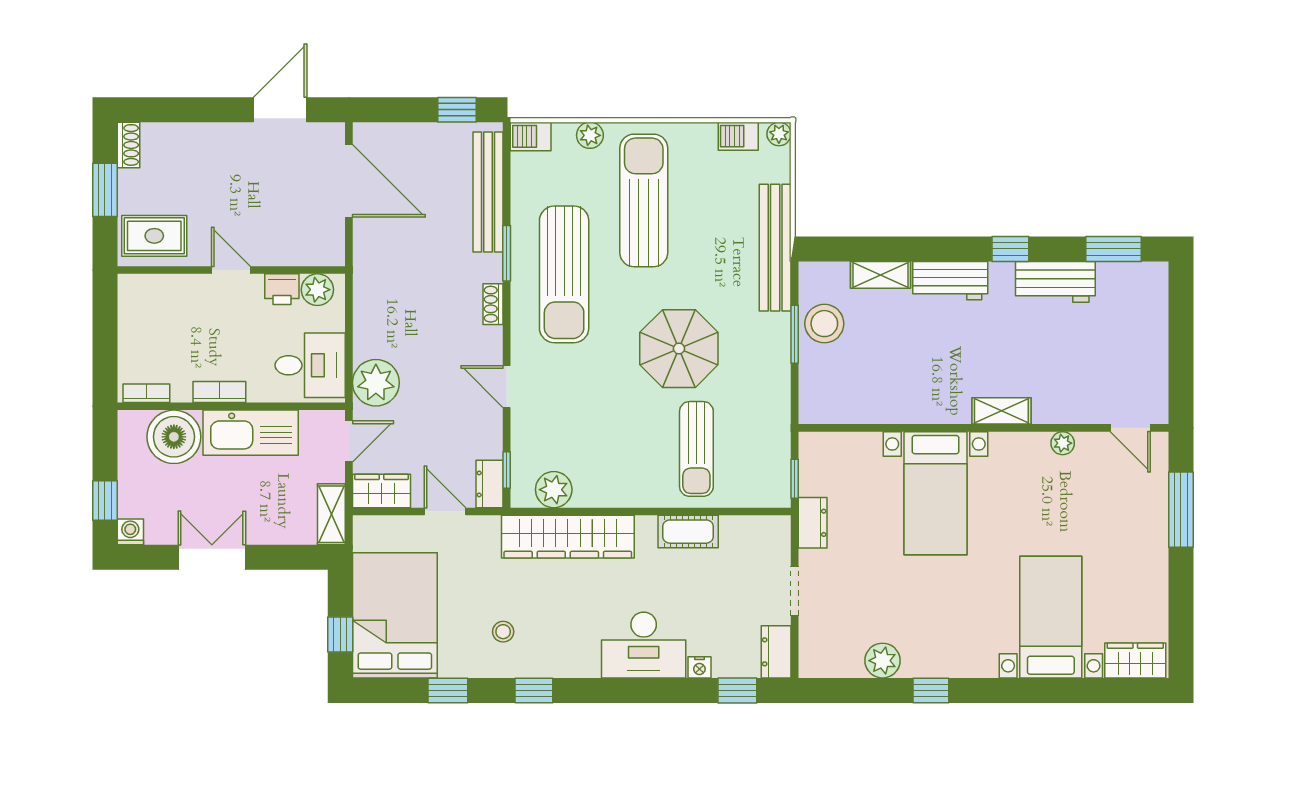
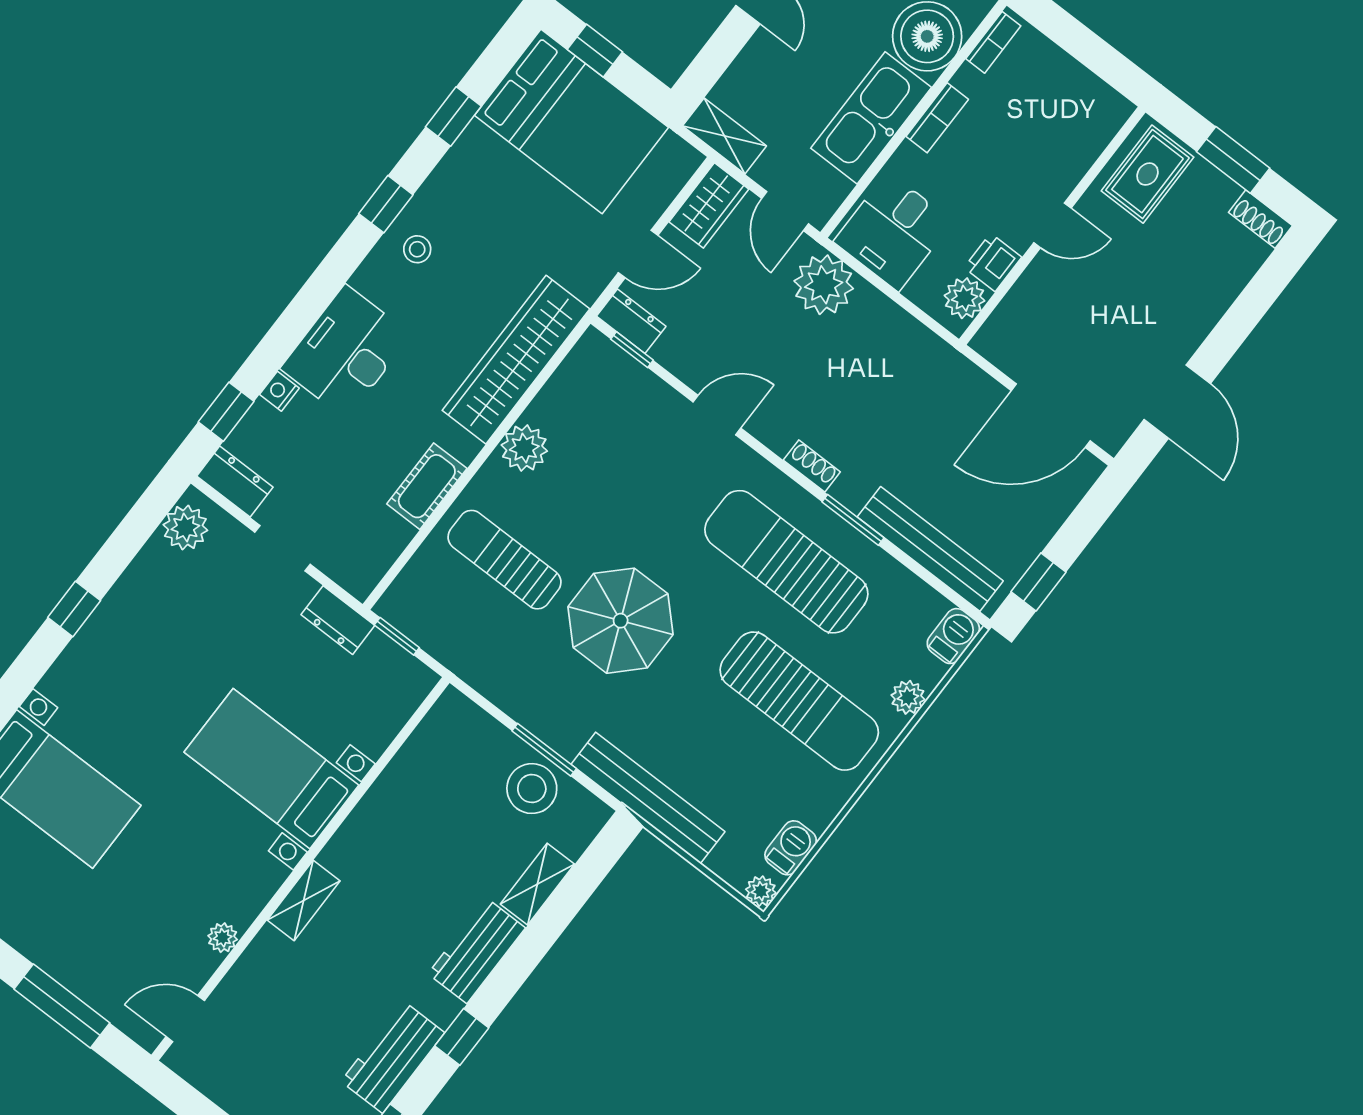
plant: (554, 490) -> (524, 448), moved
stool: (503, 632) -> (417, 249), moved
plant: (882, 661) -> (185, 528), moved

